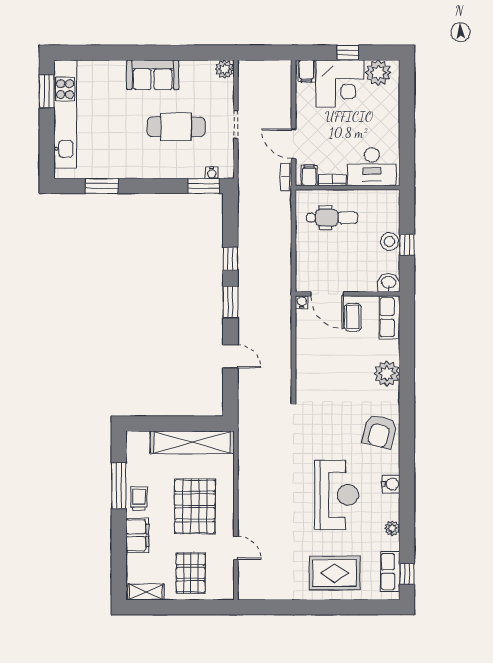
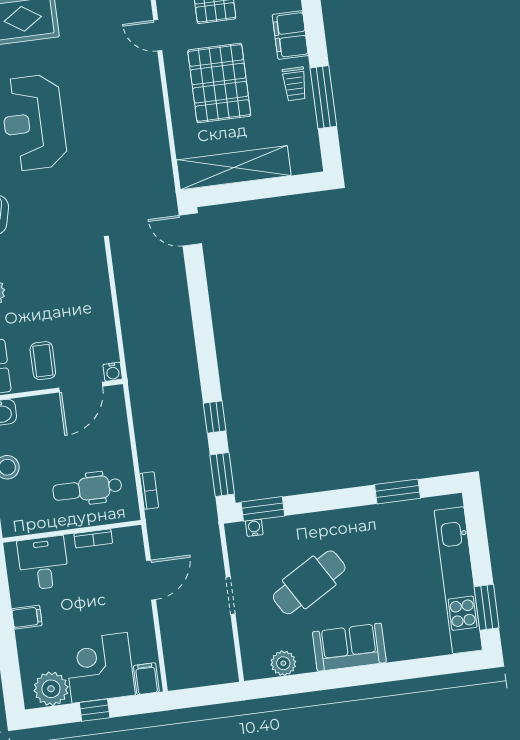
plant: (225, 69) -> (283, 663), moved
cafe table: (176, 127) -> (309, 582), turned -31
door: (293, 144) -> (151, 580), hinge flipped
desk: (372, 167) -> (43, 563), width x0.73
filing cabinet: (309, 175) -> (27, 617), moved, turned -90
bookcase: (286, 177) -> (149, 491), moved
door: (327, 294) -> (81, 387), swing flipped
window: (230, 302) -> (222, 475), moved
door: (230, 356) -> (190, 230), moved

